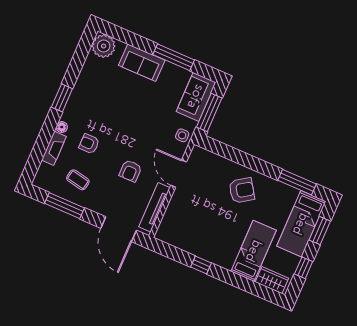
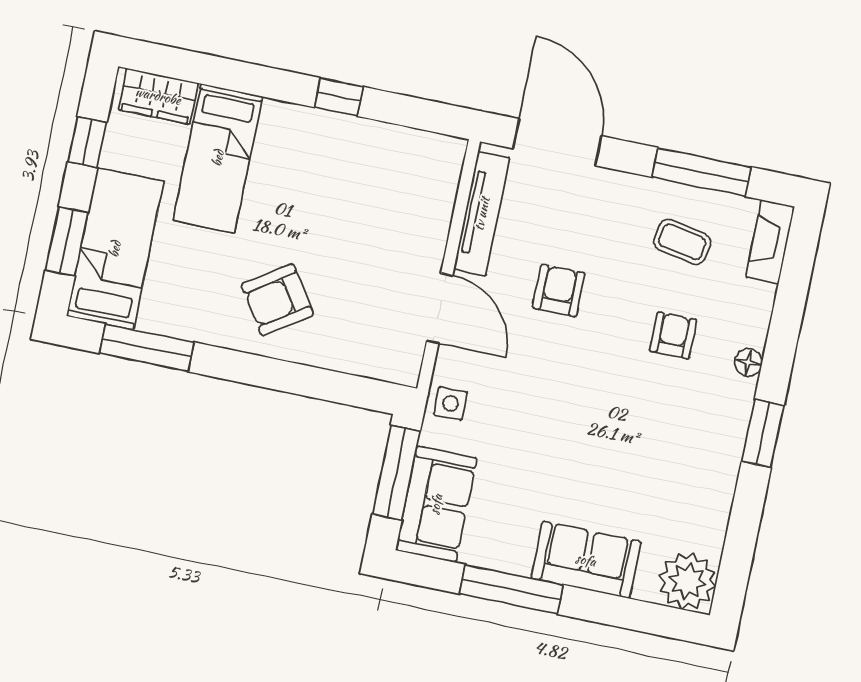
armchair: (89, 144) -> (673, 335), turned -90
fireplace: (54, 148) -> (770, 242), moved

